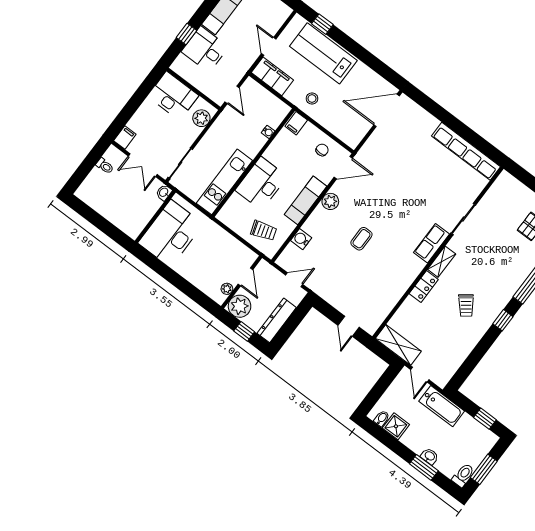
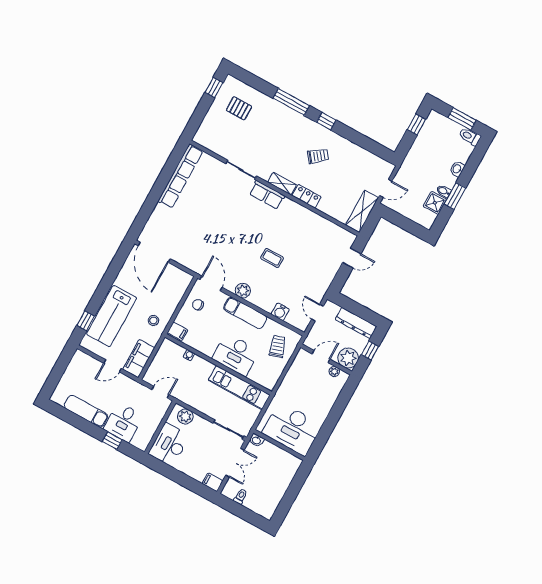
bathtub: (442, 406) -> (411, 165), removed
bidet: (382, 418) -> (444, 191), moved
window: (424, 467) -> (455, 196), moved

